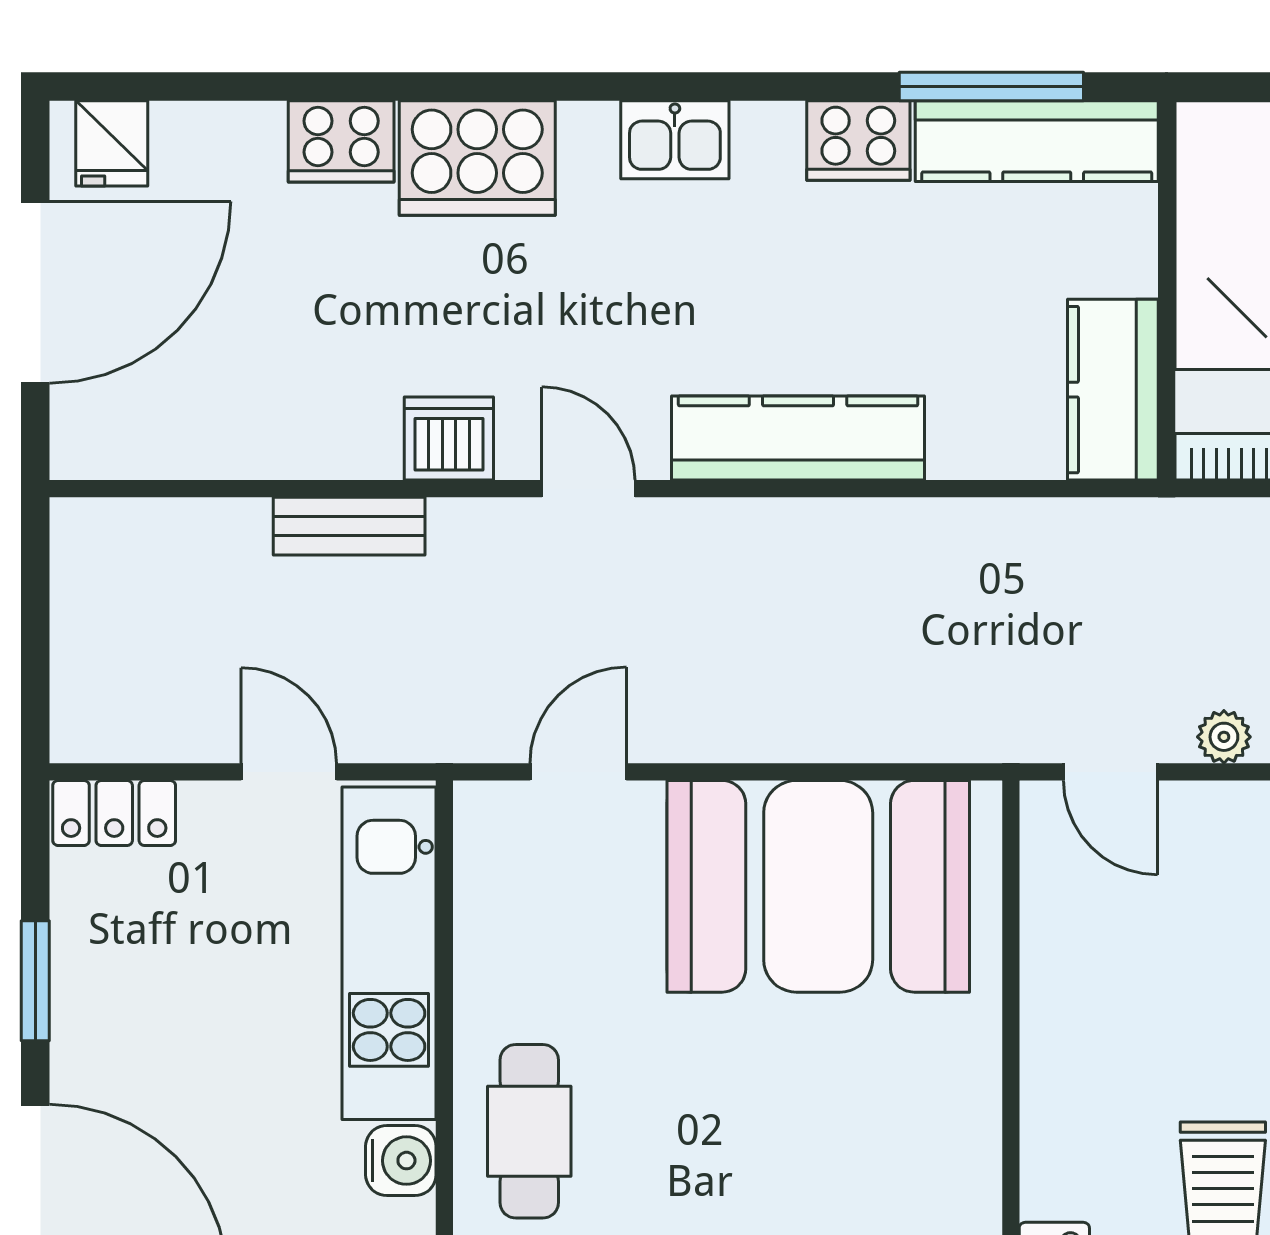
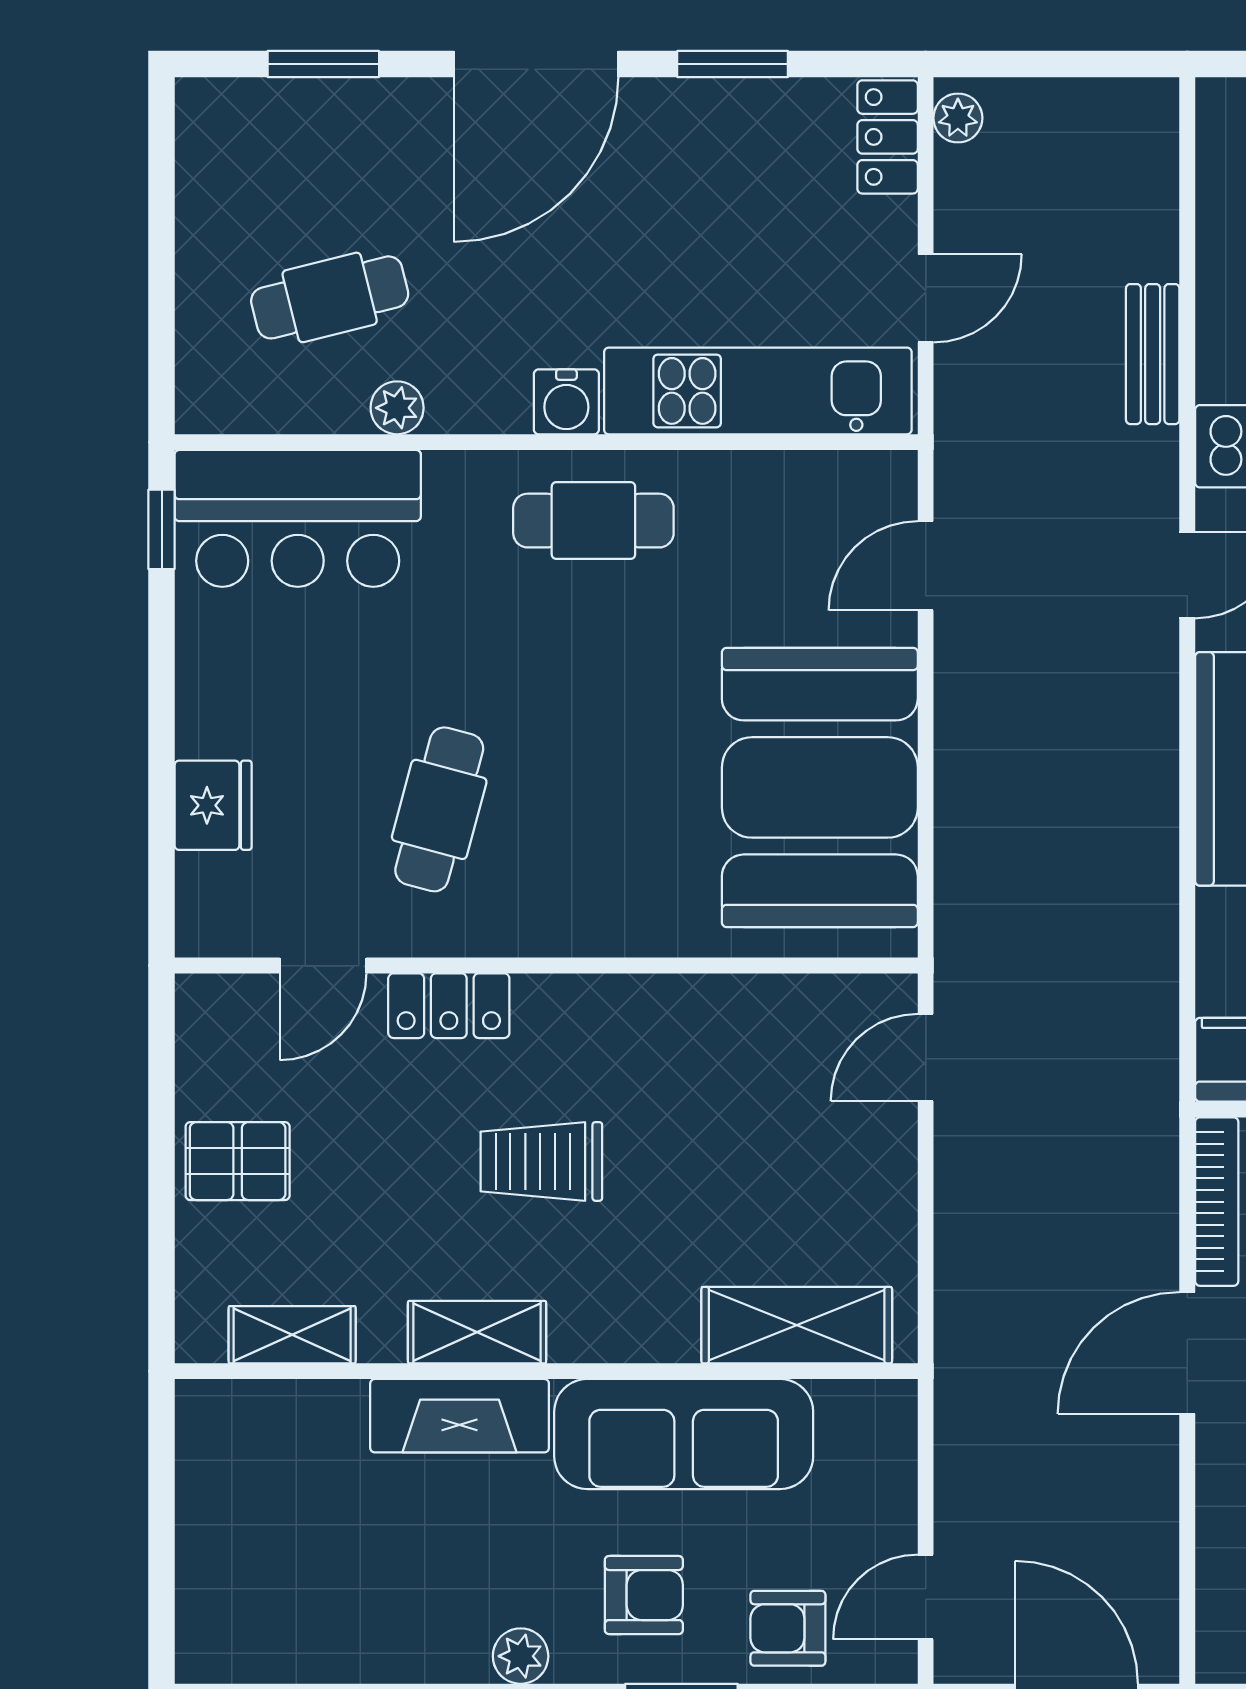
plant: (1224, 737) -> (958, 118), moved
door: (578, 772) -> (926, 566), swing flipped

